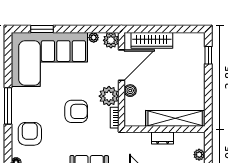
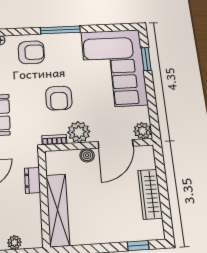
plant: (94, 38) -> (143, 112), removed
wardrobe: (152, 40) -> (150, 194), moved
door: (121, 65) -> (116, 144), hinge flipped
dresser: (163, 138) -> (32, 180), moved

